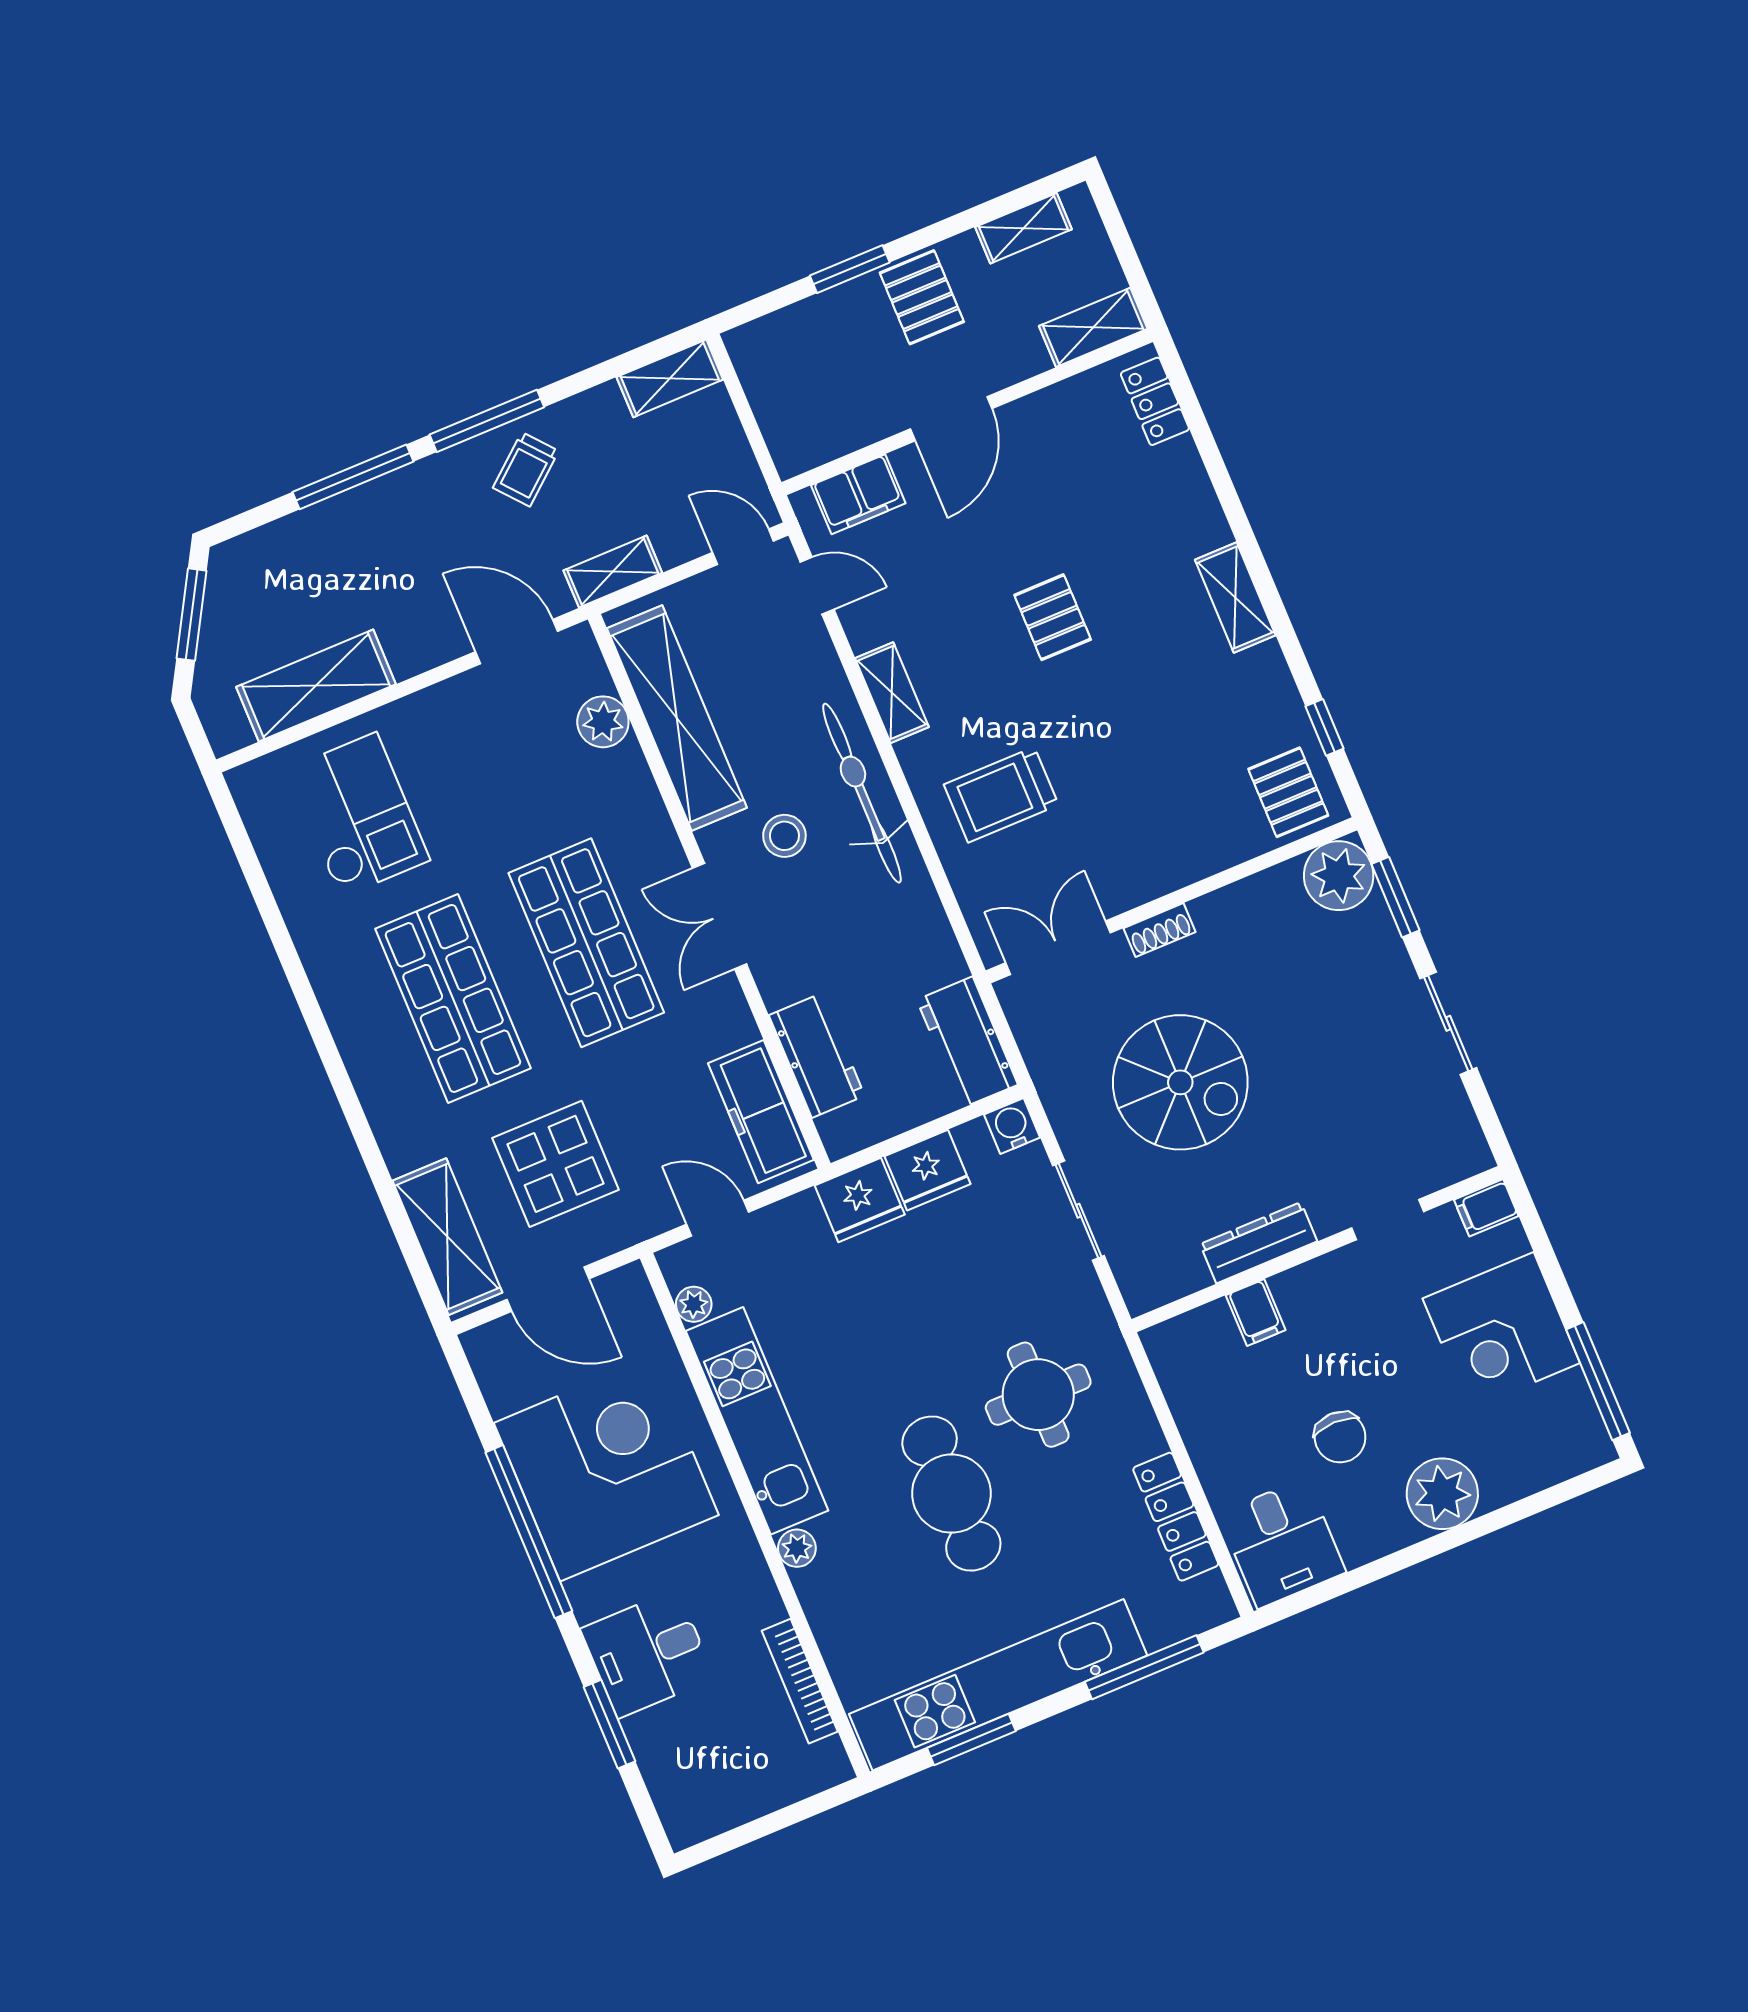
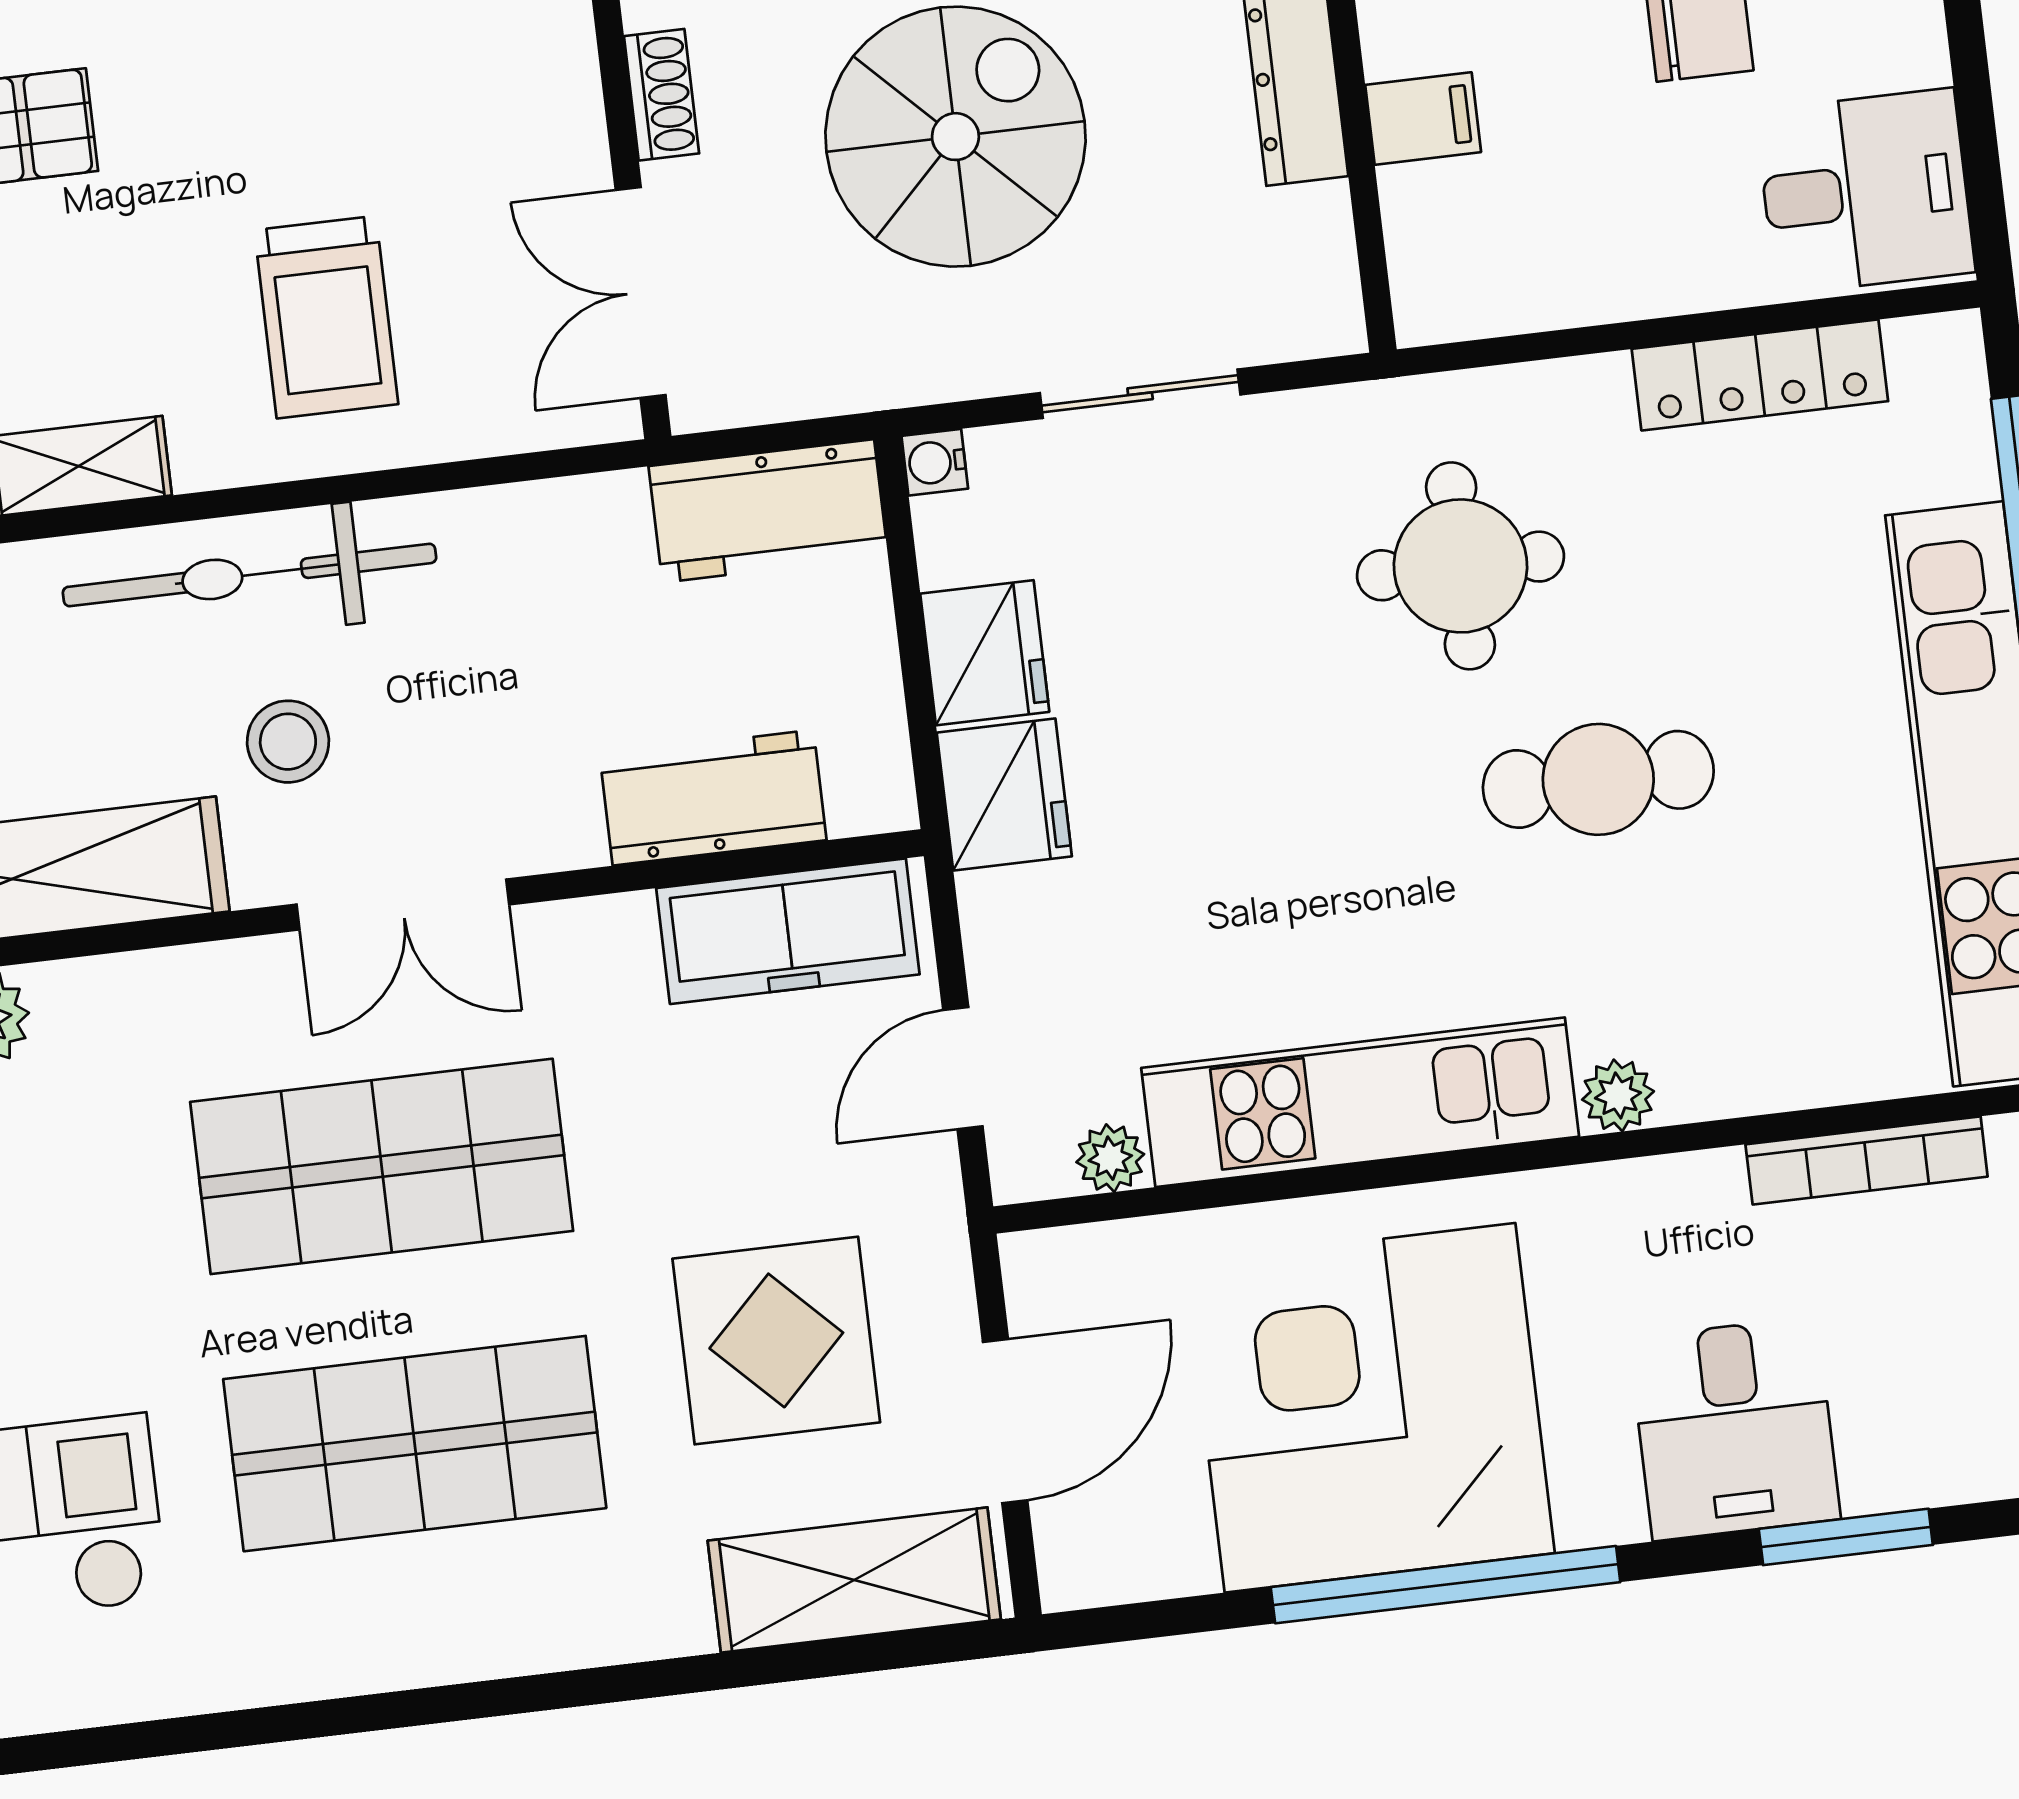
water cooler: (1012, 1126) -> (935, 462), width x0.72, depth x0.72
cafe table: (951, 1494) -> (1598, 779), width x0.73, depth x0.74

